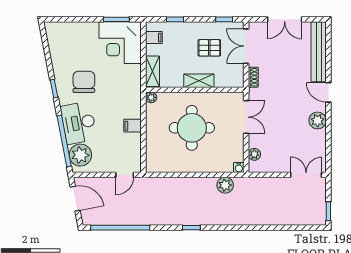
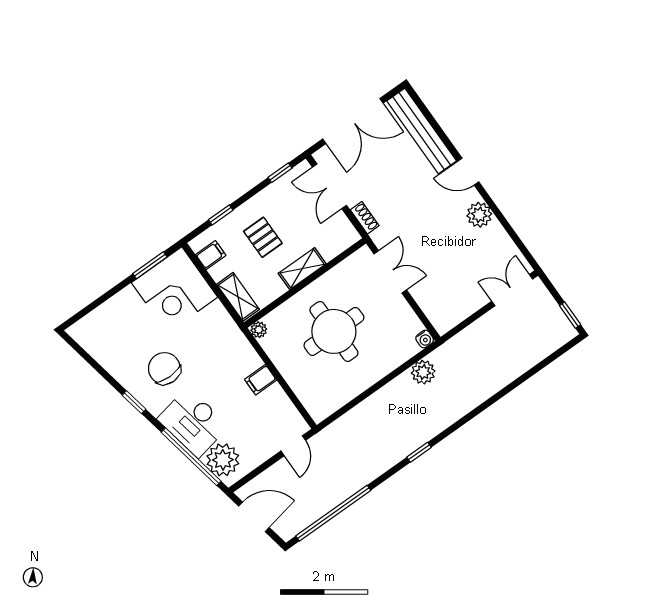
double door: (285, 19) -> (353, 121), width x1.37
pallet: (209, 48) -> (263, 237), moved, turned 90
plant: (254, 154) -> (432, 310), removed

